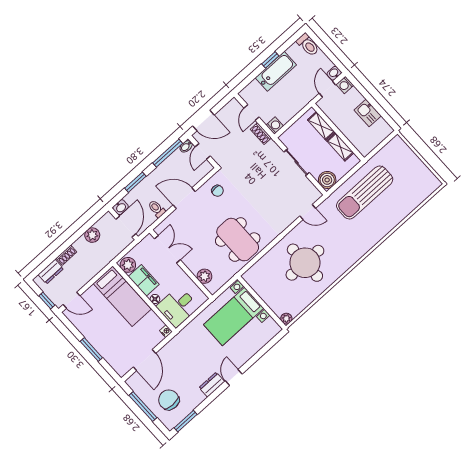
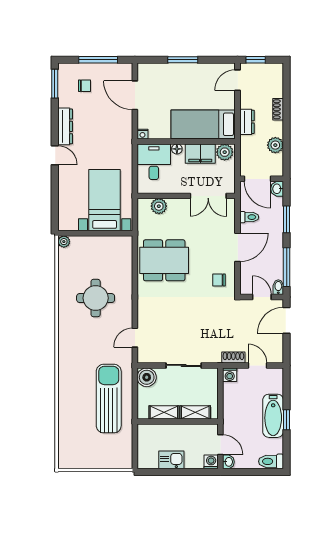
round table: (305, 263) -> (96, 298), width x0.73, depth x0.73
dresser: (51, 272) -> (247, 122), moved, turned 180
dresser: (212, 385) -> (65, 126), width x1.44
chair: (169, 400) -> (84, 86), width x0.54, depth x0.54

